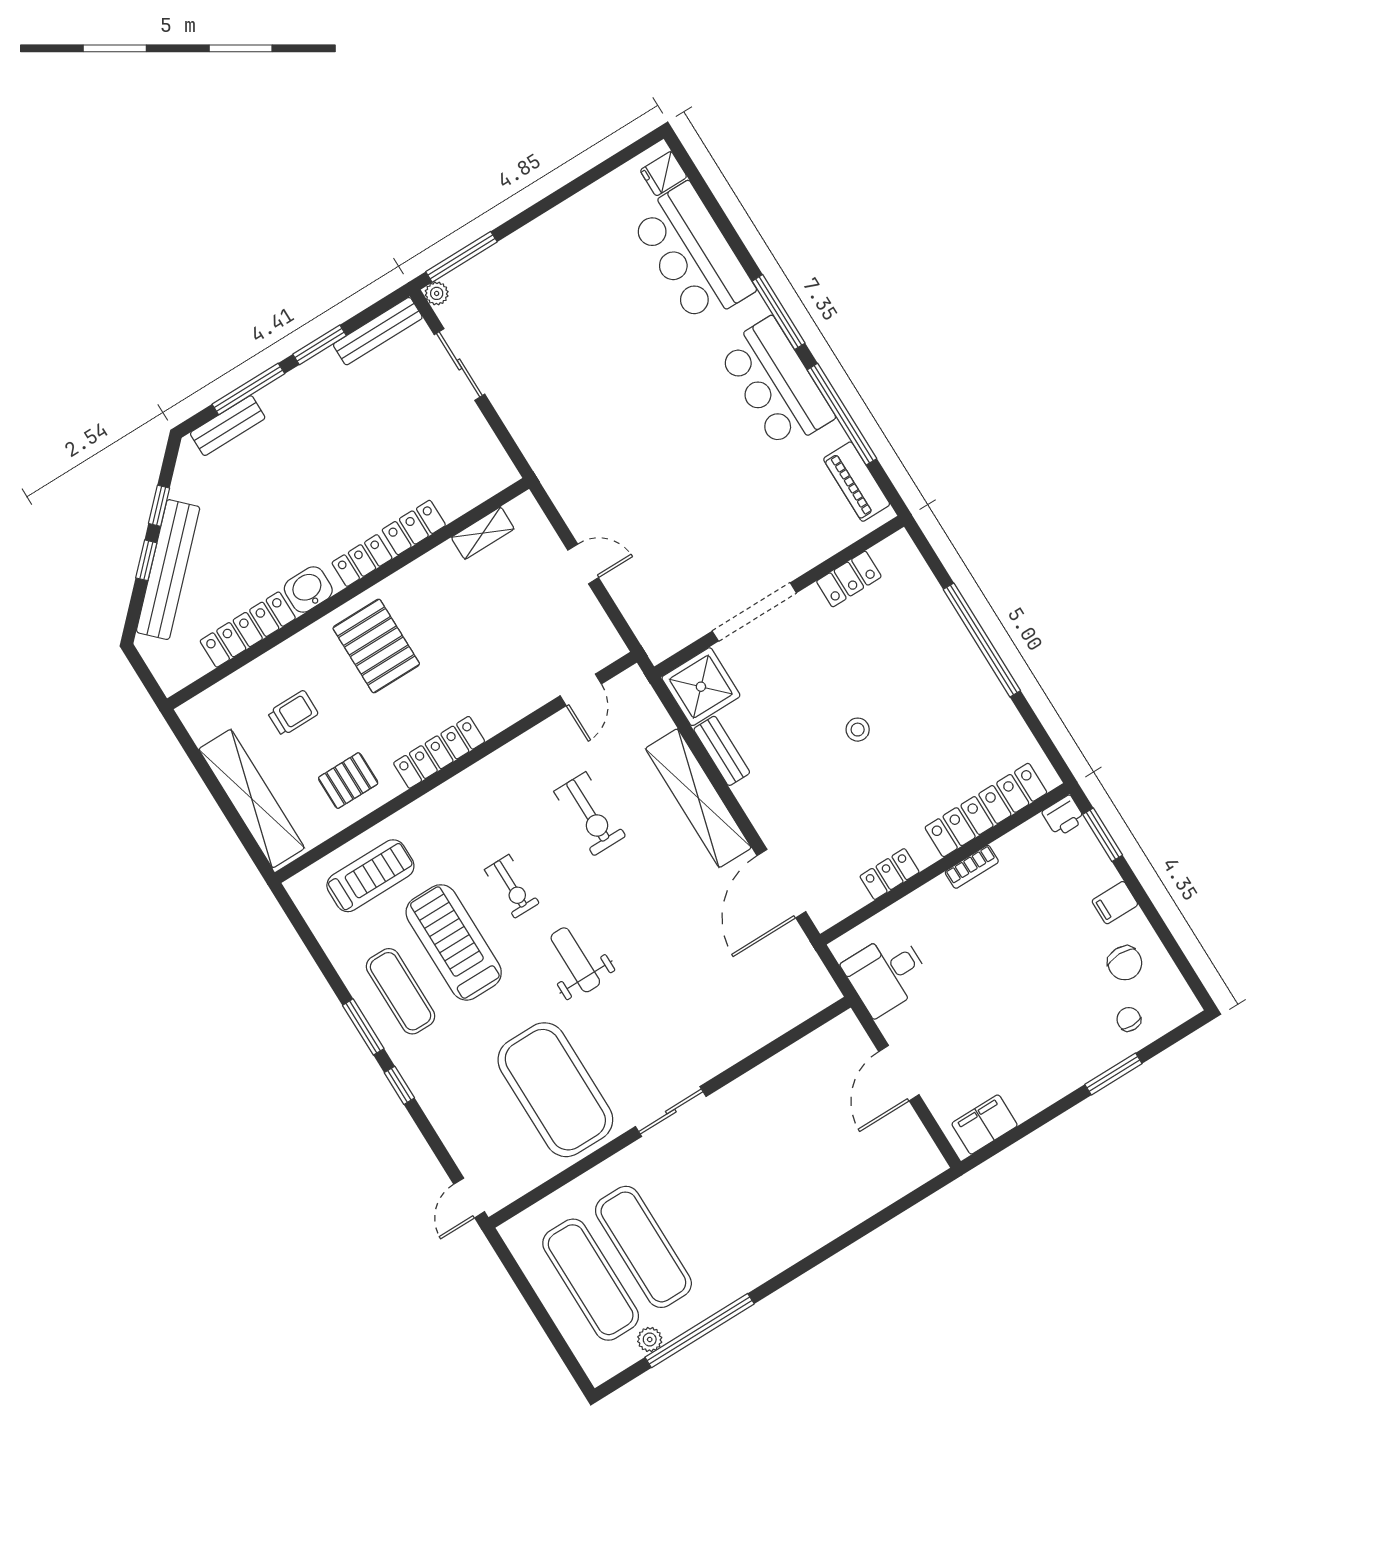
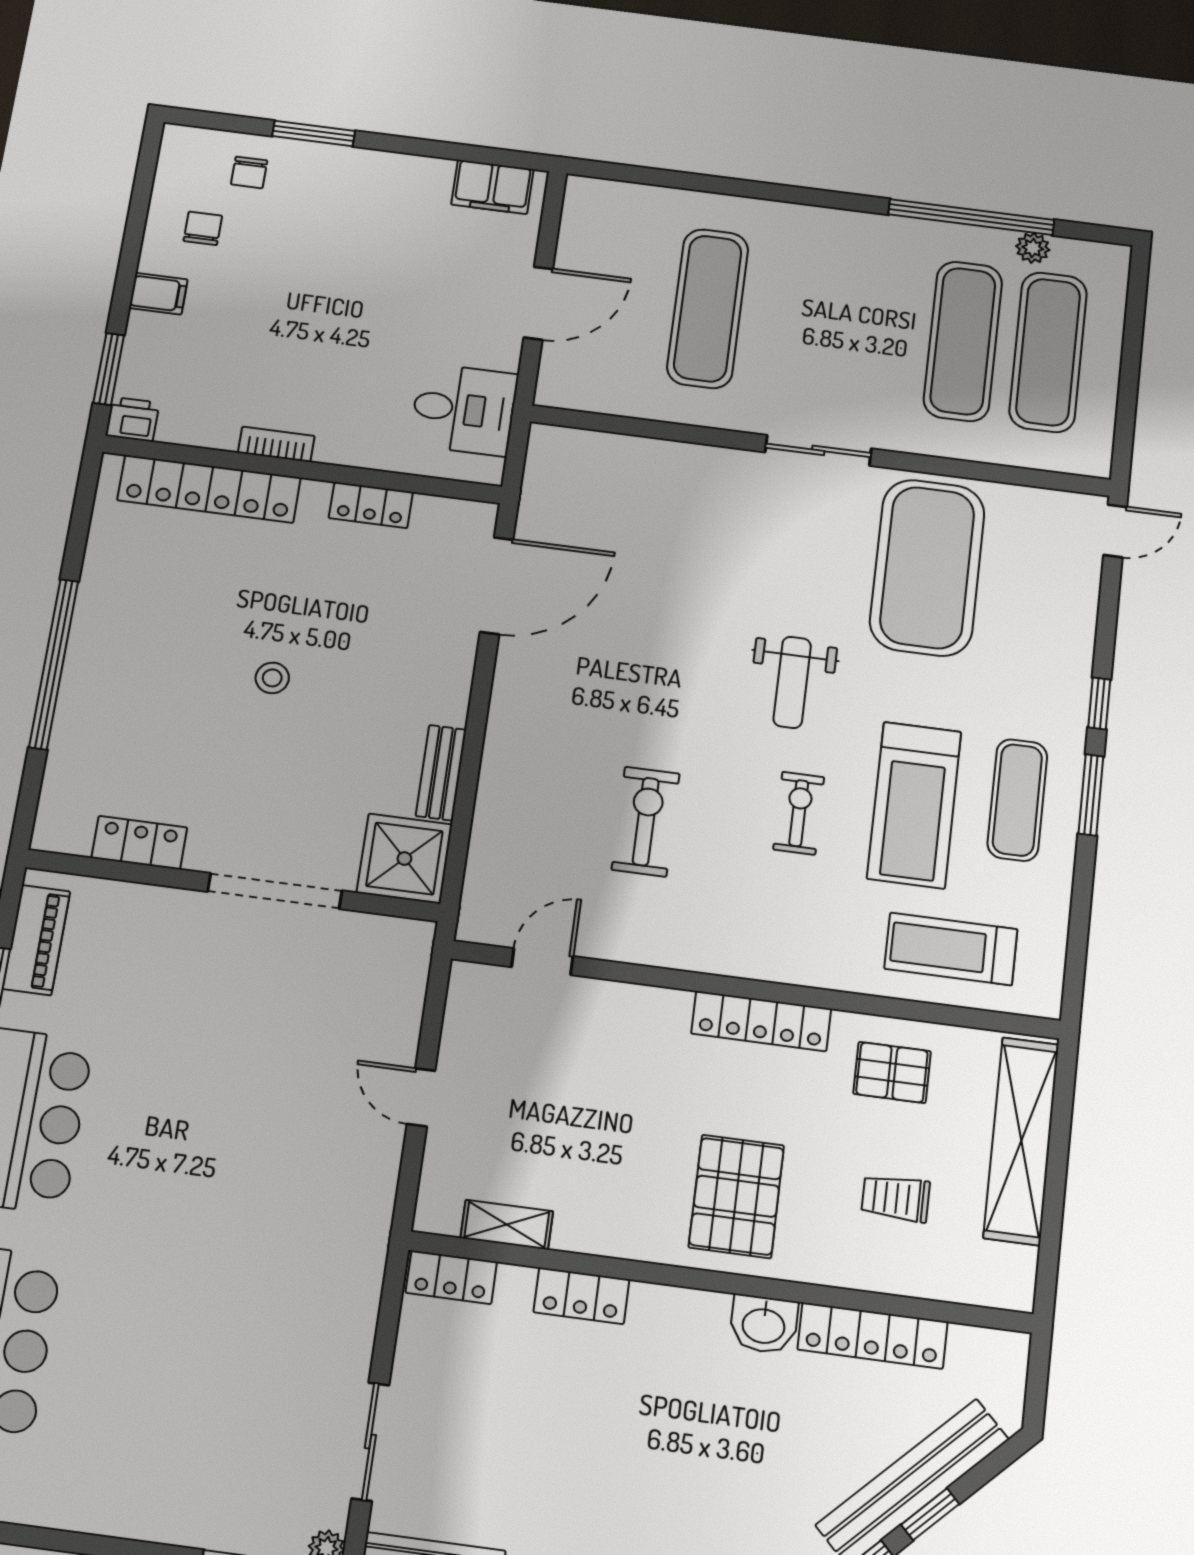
locker: (362, 561) -> (451, 1277), moved
shelving: (698, 798) -> (510, 744), removed
chair: (1125, 963) -> (203, 228), width x0.73, depth x0.73
exercise mat: (802, 1149) -> (708, 308), added

